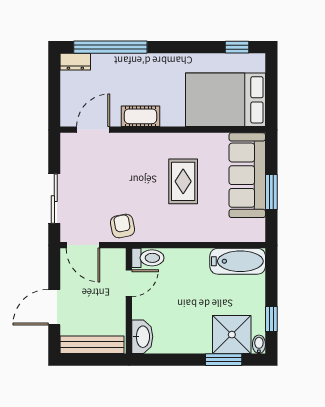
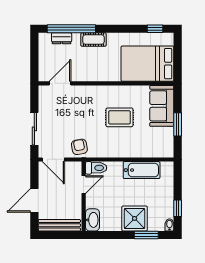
dresser: (75, 62) -> (62, 38), moved
cot: (140, 116) -> (93, 40), moved
sofa: (247, 175) -> (162, 106), width x0.73
rug: (183, 181) -> (119, 117), turned 90
bathtub: (238, 261) -> (142, 170), moved
shower: (232, 335) -> (135, 218), moved

